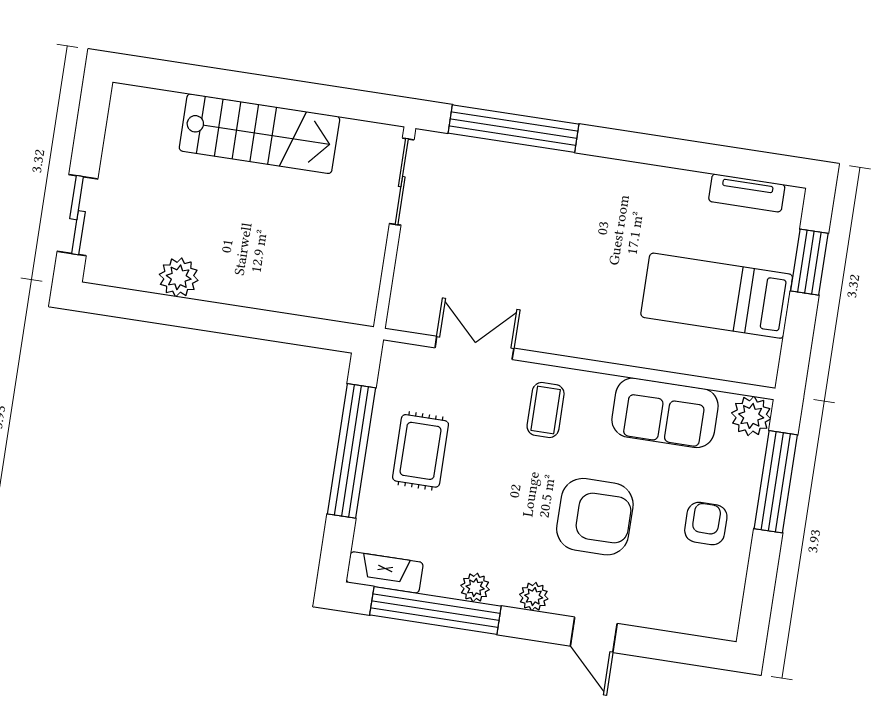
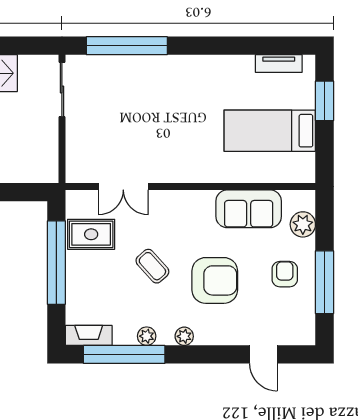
double door: (474, 348) -> (123, 187), swing flipped
coffee table: (546, 410) -> (152, 266), moved, turned -42
plant: (751, 416) -> (303, 224), moved
rug: (421, 451) -> (91, 234), moved, turned 90
window: (776, 482) -> (325, 282), moved
door: (594, 635) -> (263, 354), moved

